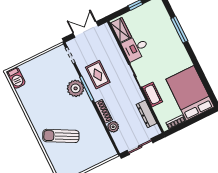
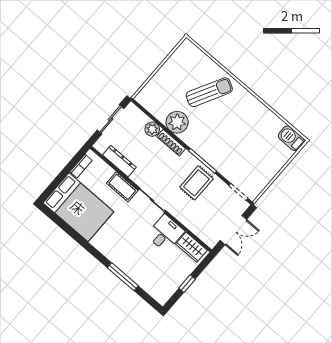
rug: (98, 75) -> (196, 183), turned 90
plant: (76, 88) -> (177, 122), moved

